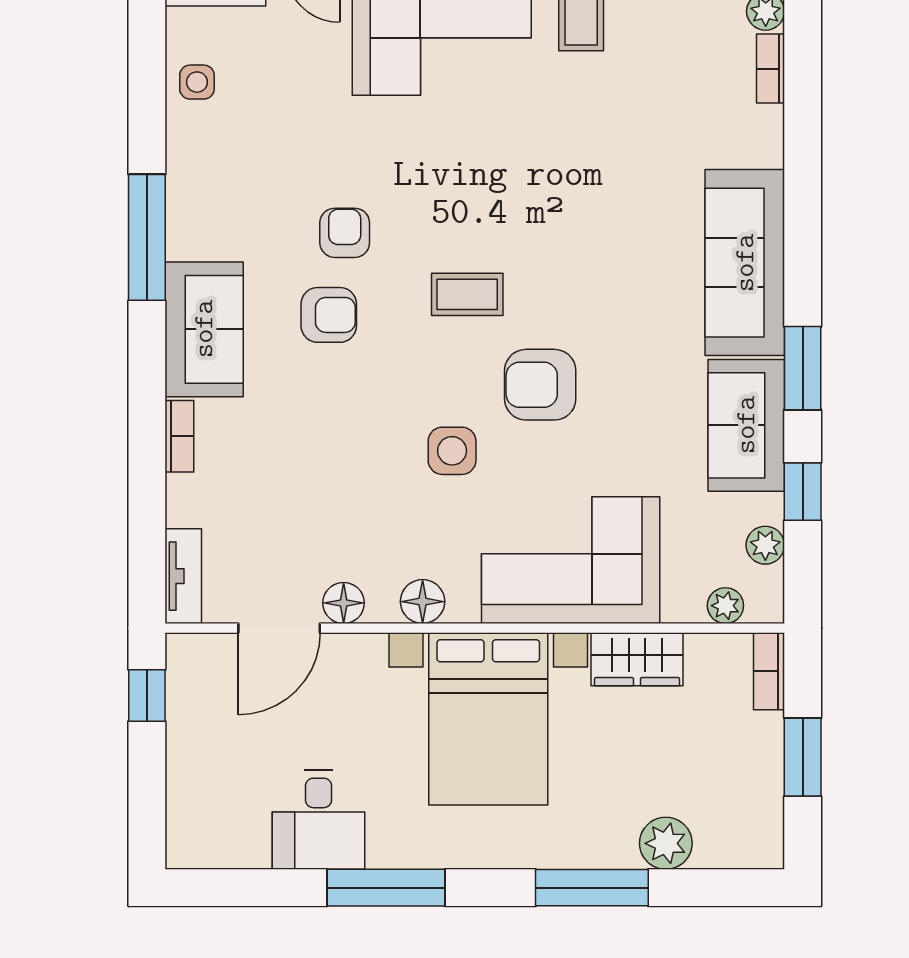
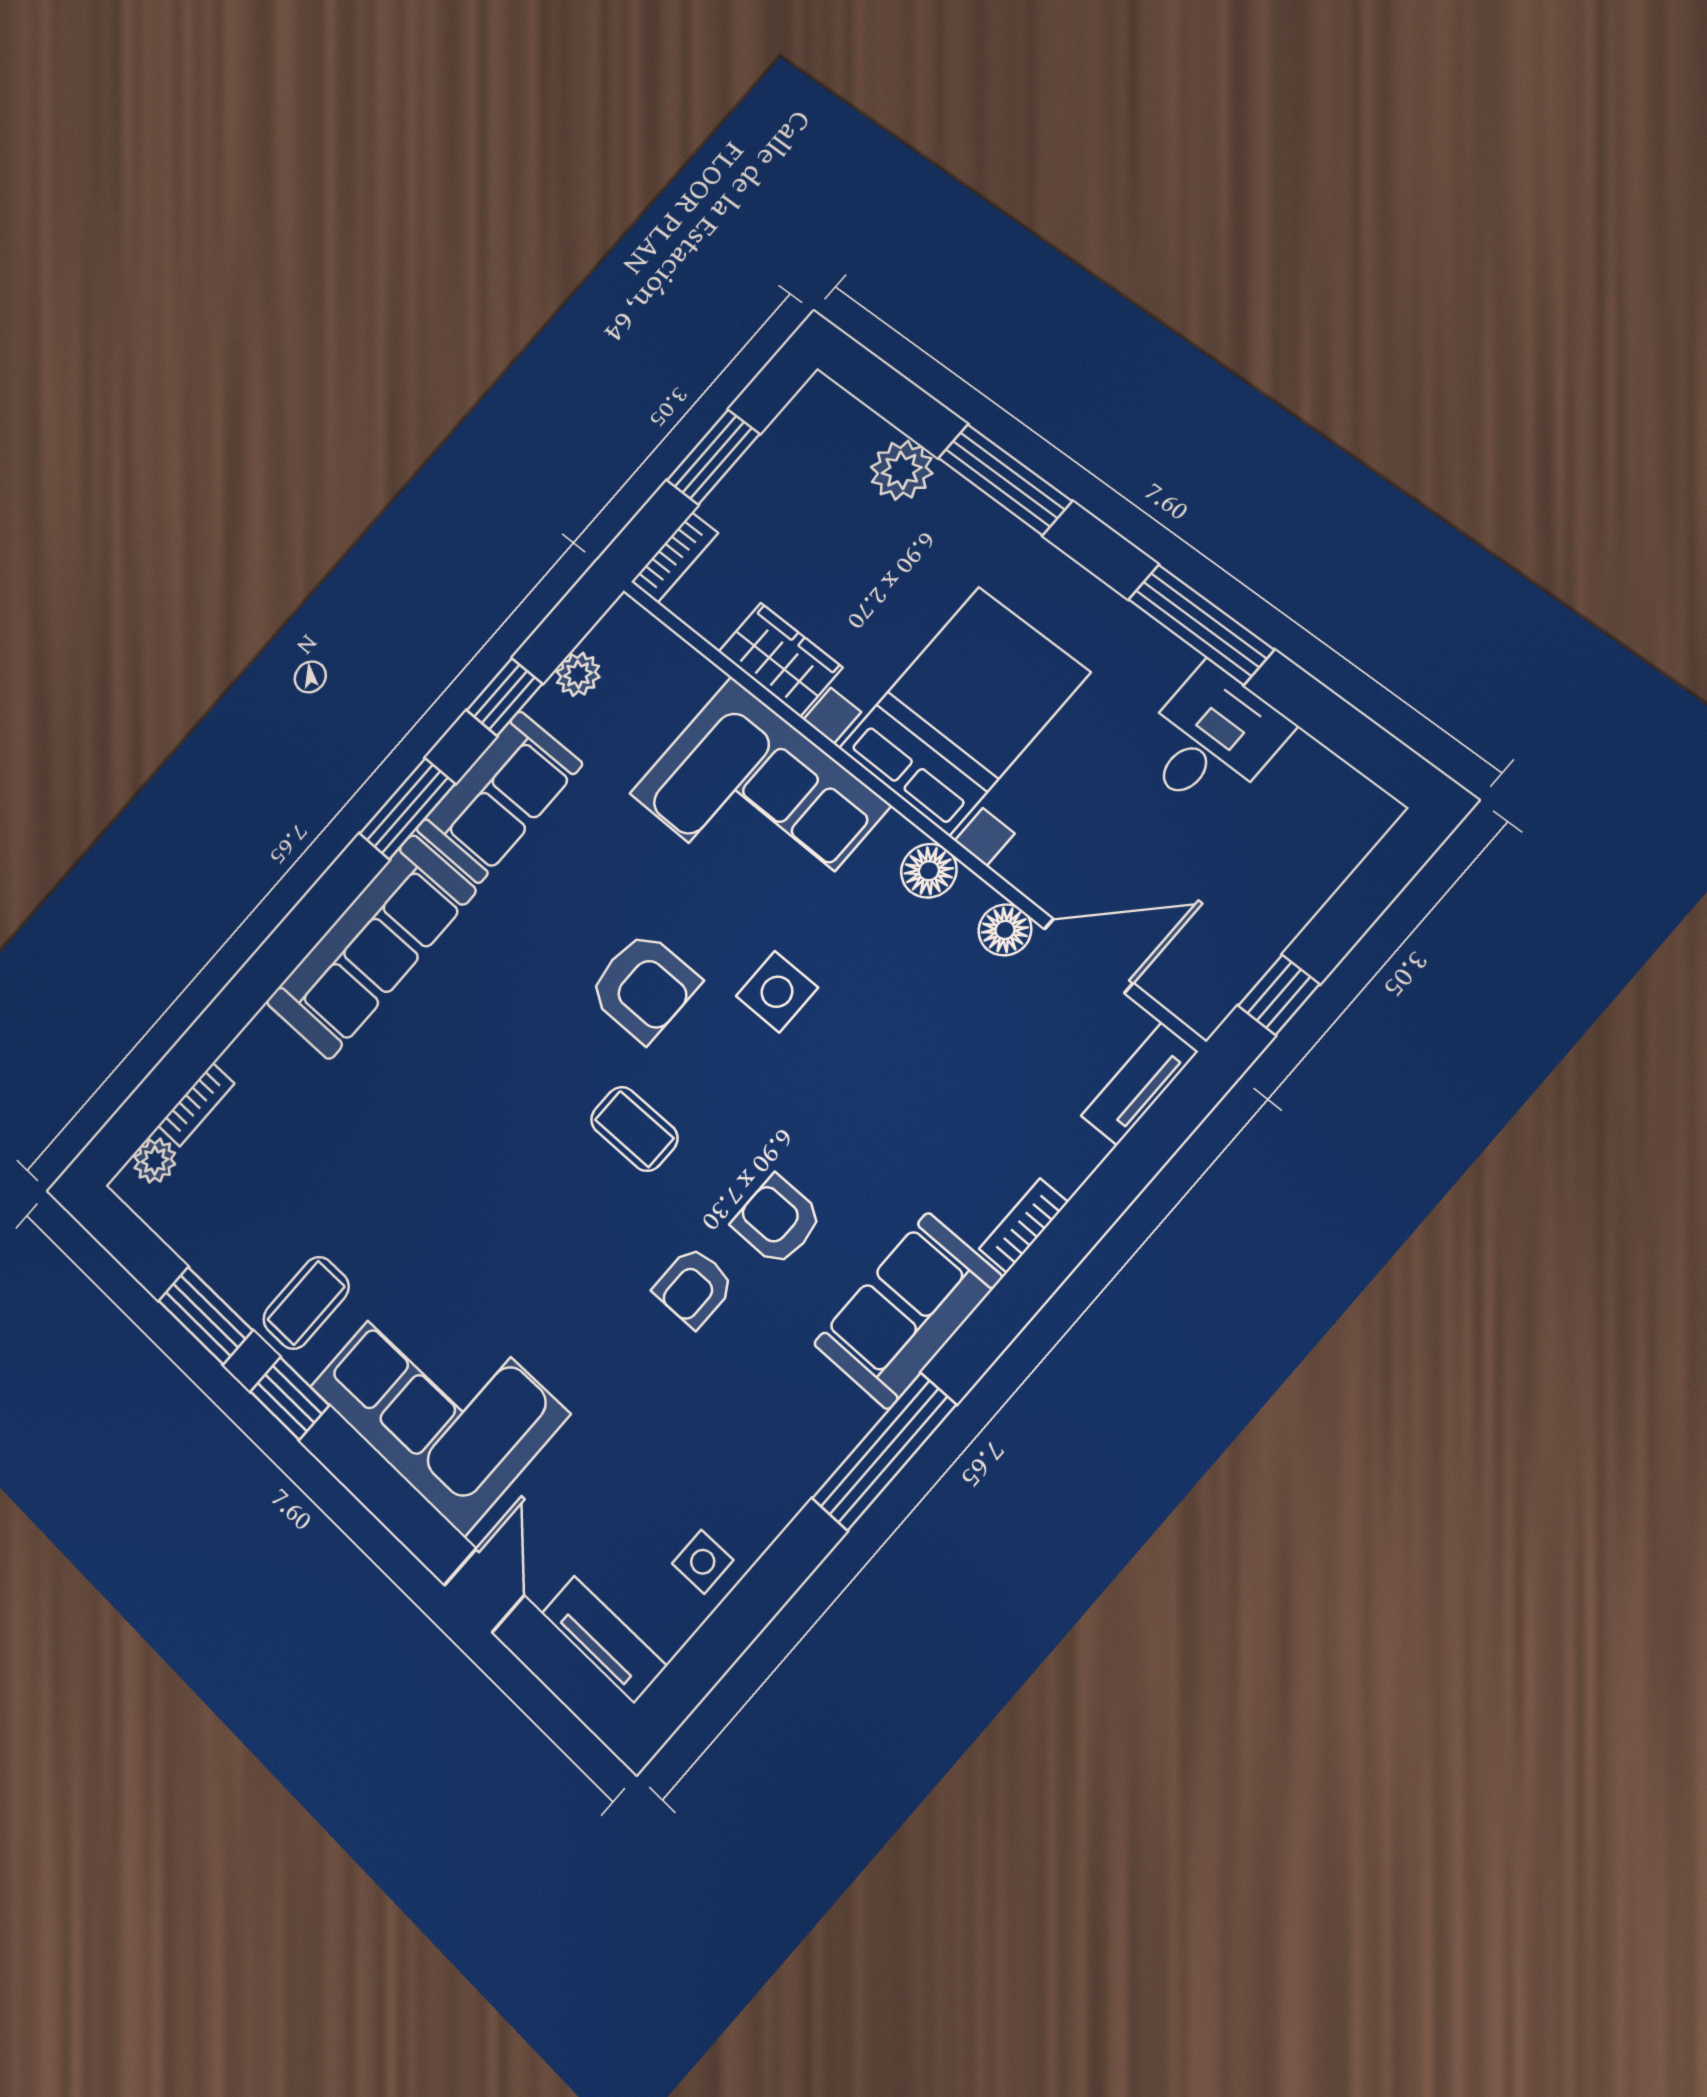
plant: (725, 606) -> (660, 647), removed

